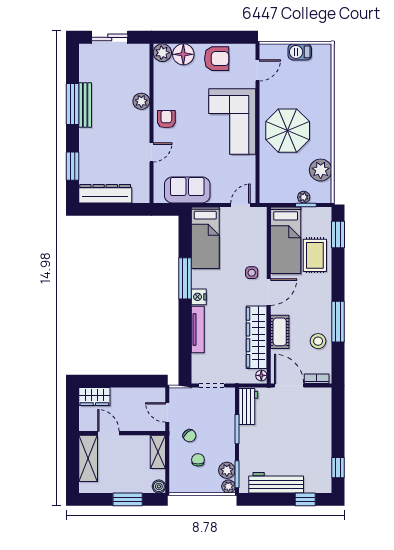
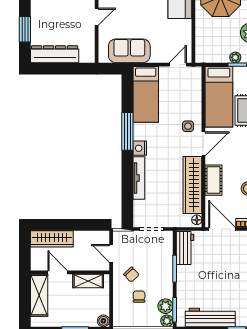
wardrobe: (94, 397) -> (52, 239), width x1.50
shelving: (158, 452) -> (88, 281), moved, turned 90

